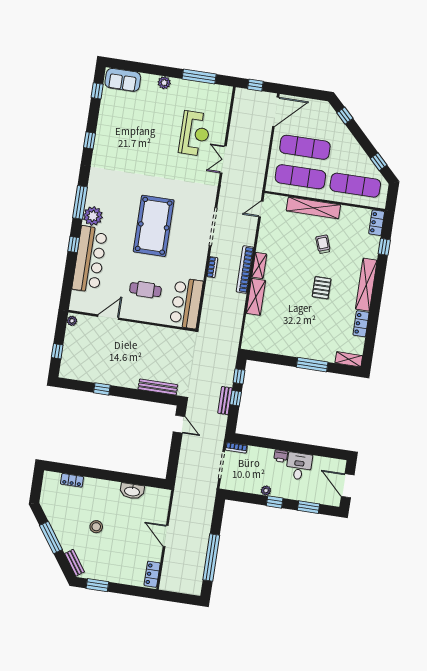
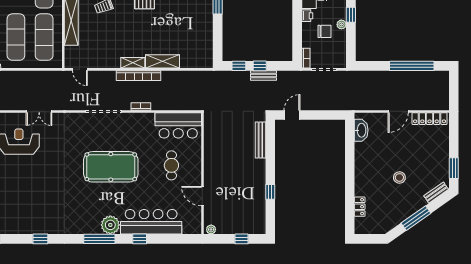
chair: (261, 472) -> (324, 31), added
washbasin: (132, 491) -> (361, 130), moved
locker: (152, 574) -> (430, 119), width x1.53

